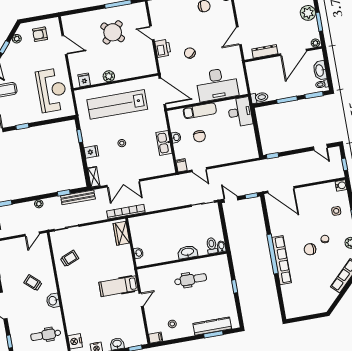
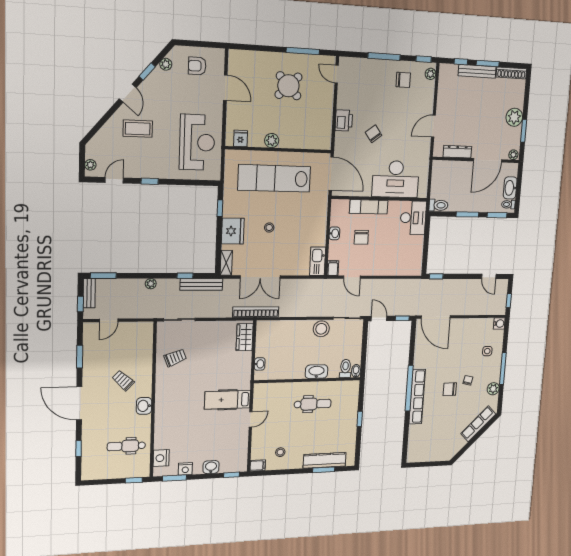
door: (152, 33) -> (337, 74), moved
kitchen sink: (164, 143) -> (318, 261), moved
fridge: (91, 152) -> (233, 231), width x1.88, depth x1.34
stool: (183, 216) -> (321, 329), added
door: (32, 234) -> (109, 320), moved

